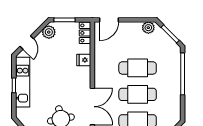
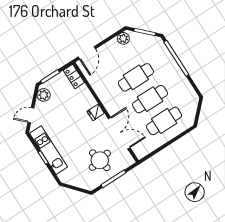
door: (27, 42) -> (31, 115), swing flipped
fridge: (84, 60) -> (96, 112), moved

